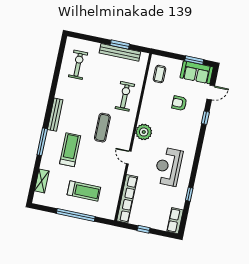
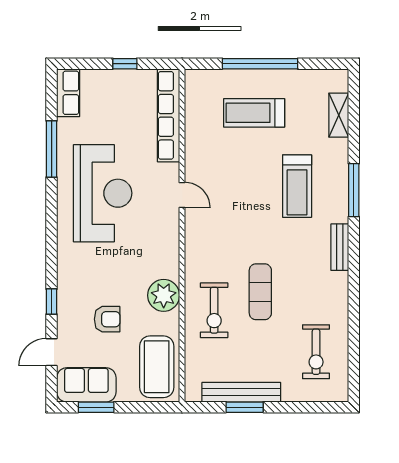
coffee table: (160, 74) -> (157, 367), width x1.86, depth x1.72
bench: (55, 115) -> (340, 247), width x0.73
exercise mat: (102, 128) -> (260, 292), moved
plant: (144, 132) -> (164, 295), moved
reception desk: (168, 167) -> (103, 193), width x1.36, depth x1.30
window: (189, 194) -> (52, 149), width x2.17

